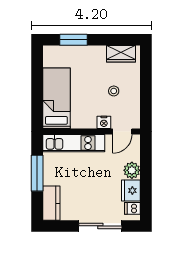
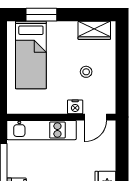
bed: (56, 98) -> (31, 55), moved, turned 180
plant: (132, 170) -> (106, 160), removed

